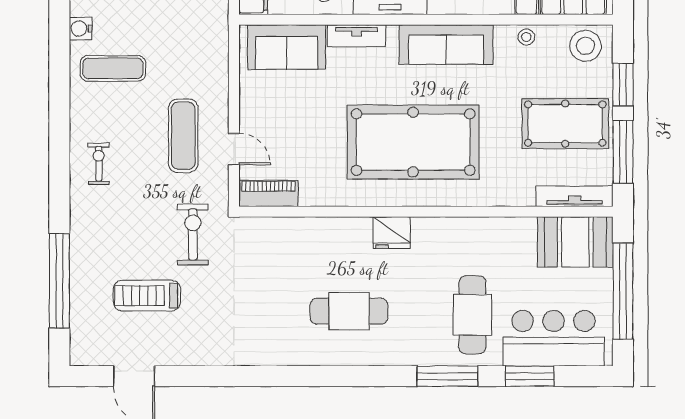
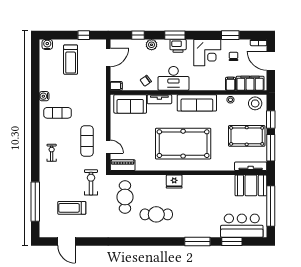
cafe table: (472, 315) -> (125, 197), moved

